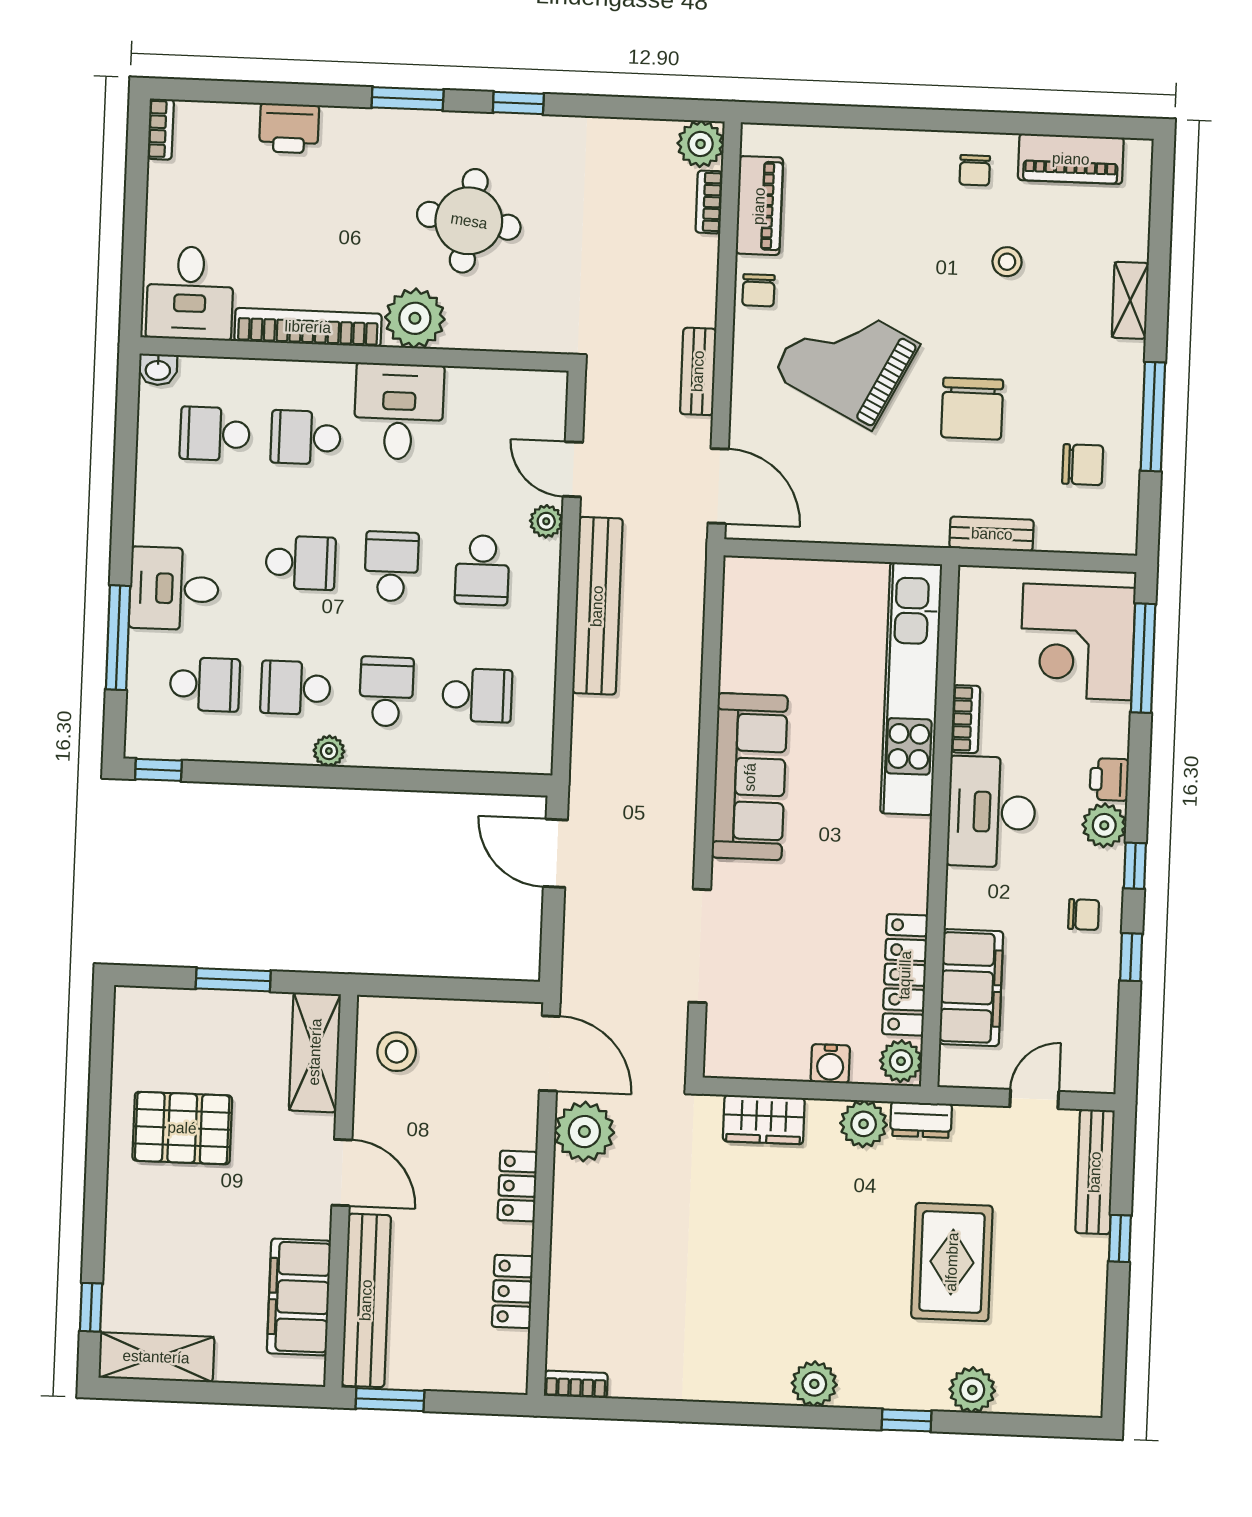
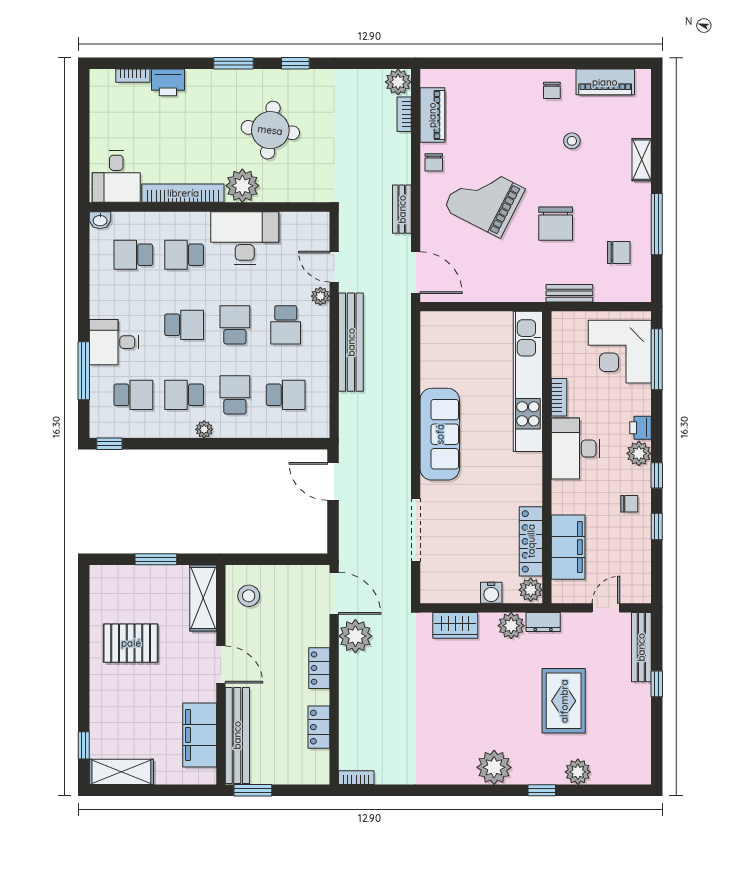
bookcase: (161, 129) -> (133, 76), moved, turned 90
desk: (399, 411) -> (245, 238), width x1.37
plant: (814, 1384) -> (494, 767), width x1.36, depth x1.36

